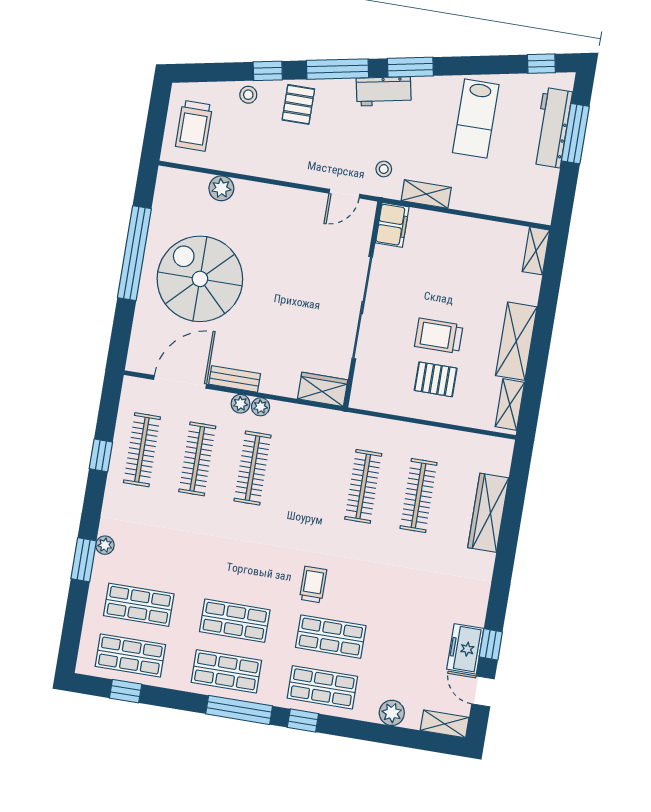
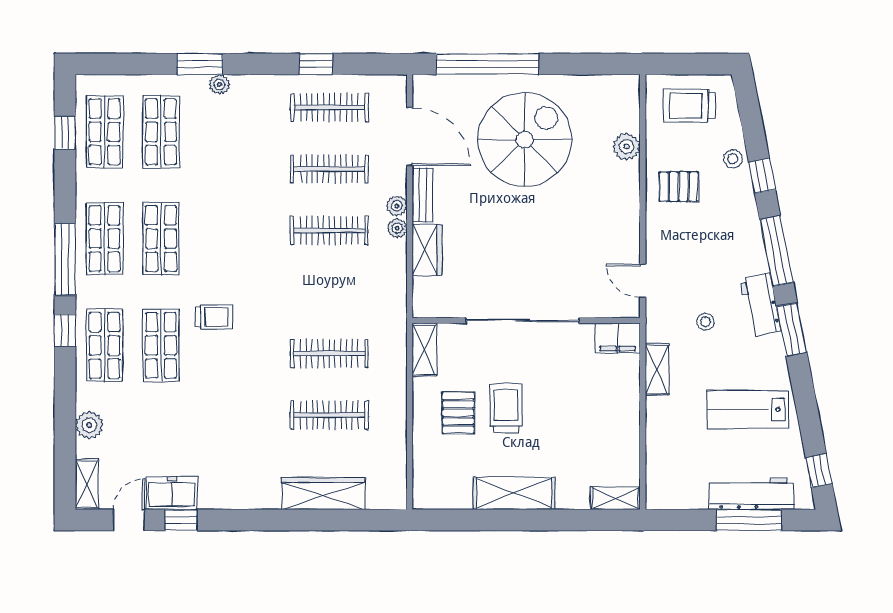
pallet: (298, 104) -> (679, 187), moved
stool: (384, 169) -> (706, 322), moved
window: (134, 253) -> (487, 64), moved
wardrobe: (323, 389) -> (427, 250), moved
shelving: (510, 405) -> (424, 350), moved, turned 90

